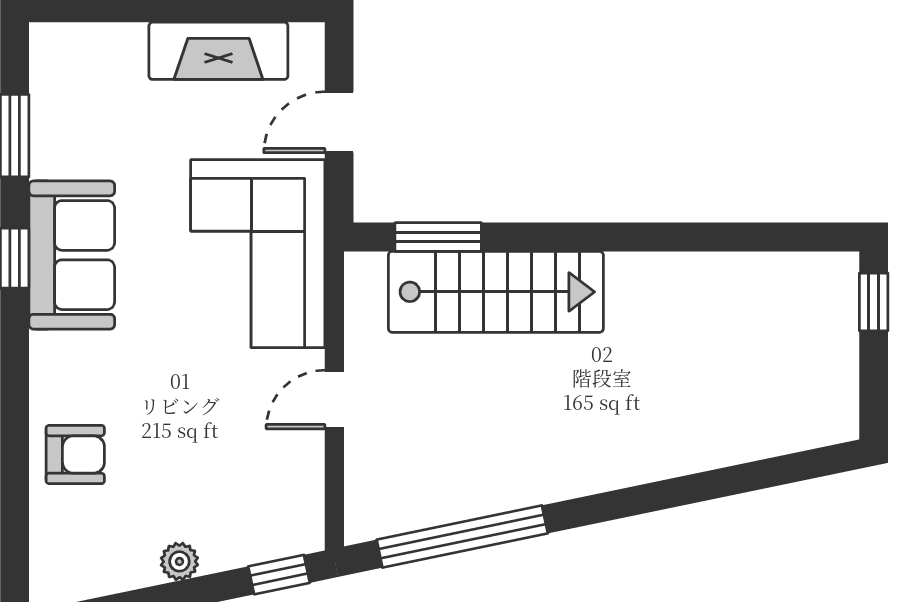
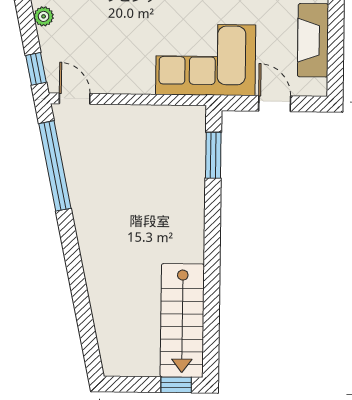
stairs: (496, 292) -> (182, 321), moved
door: (334, 399) -> (75, 99), moved

